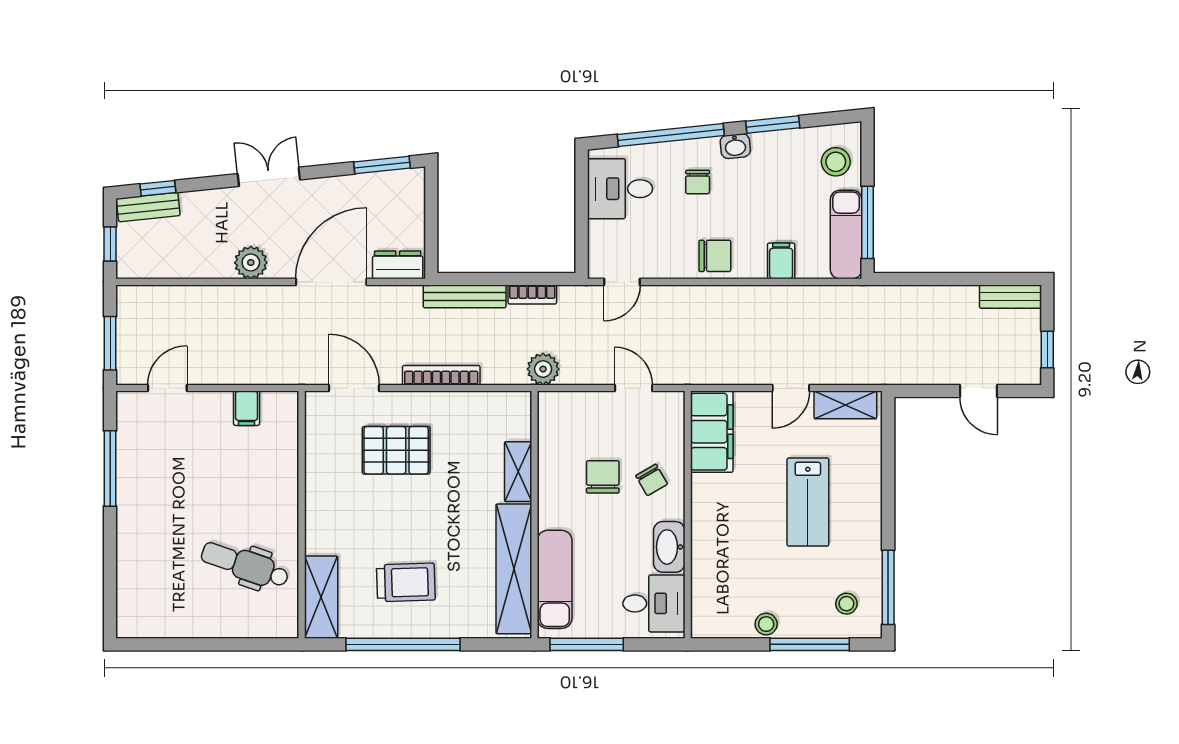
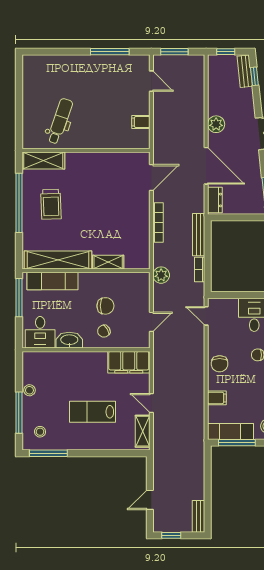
pallet: (396, 450) -> (119, 199), removed

